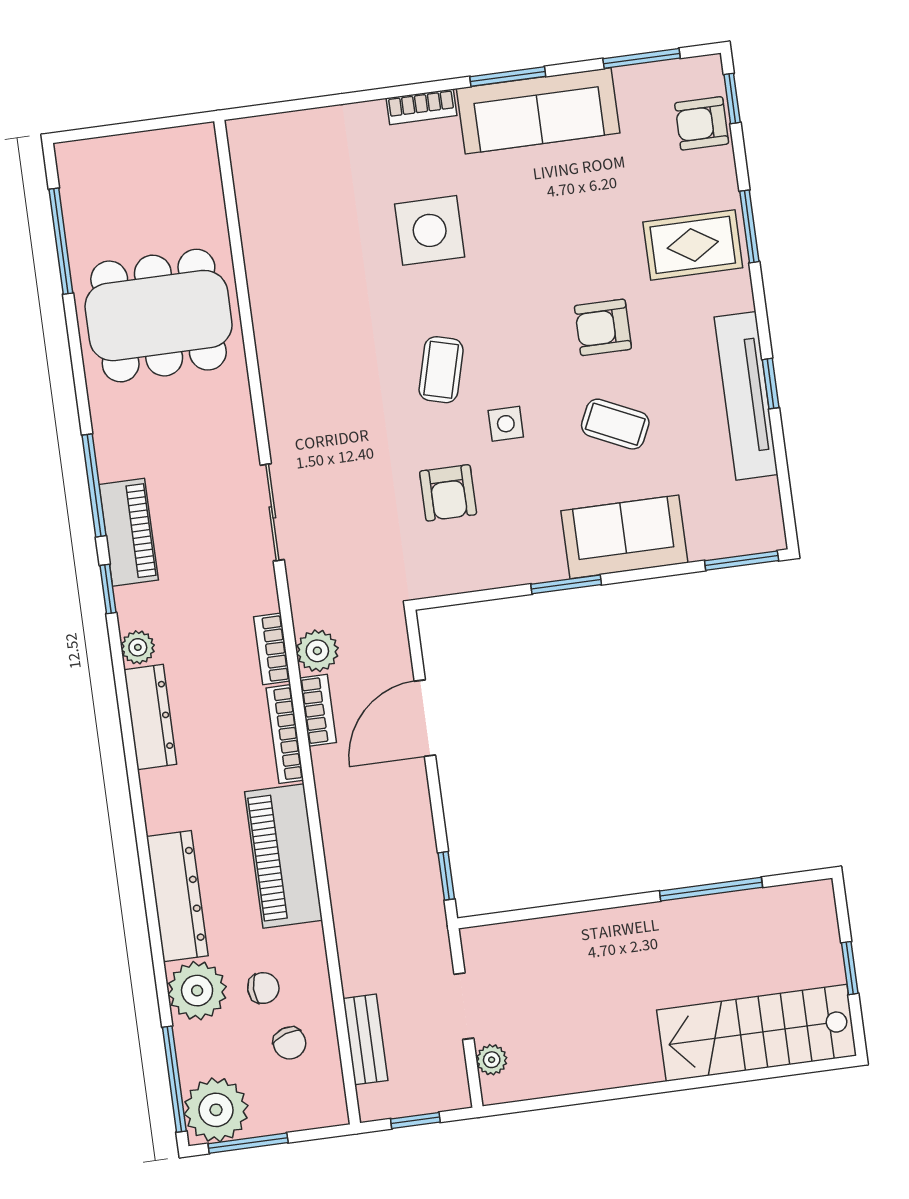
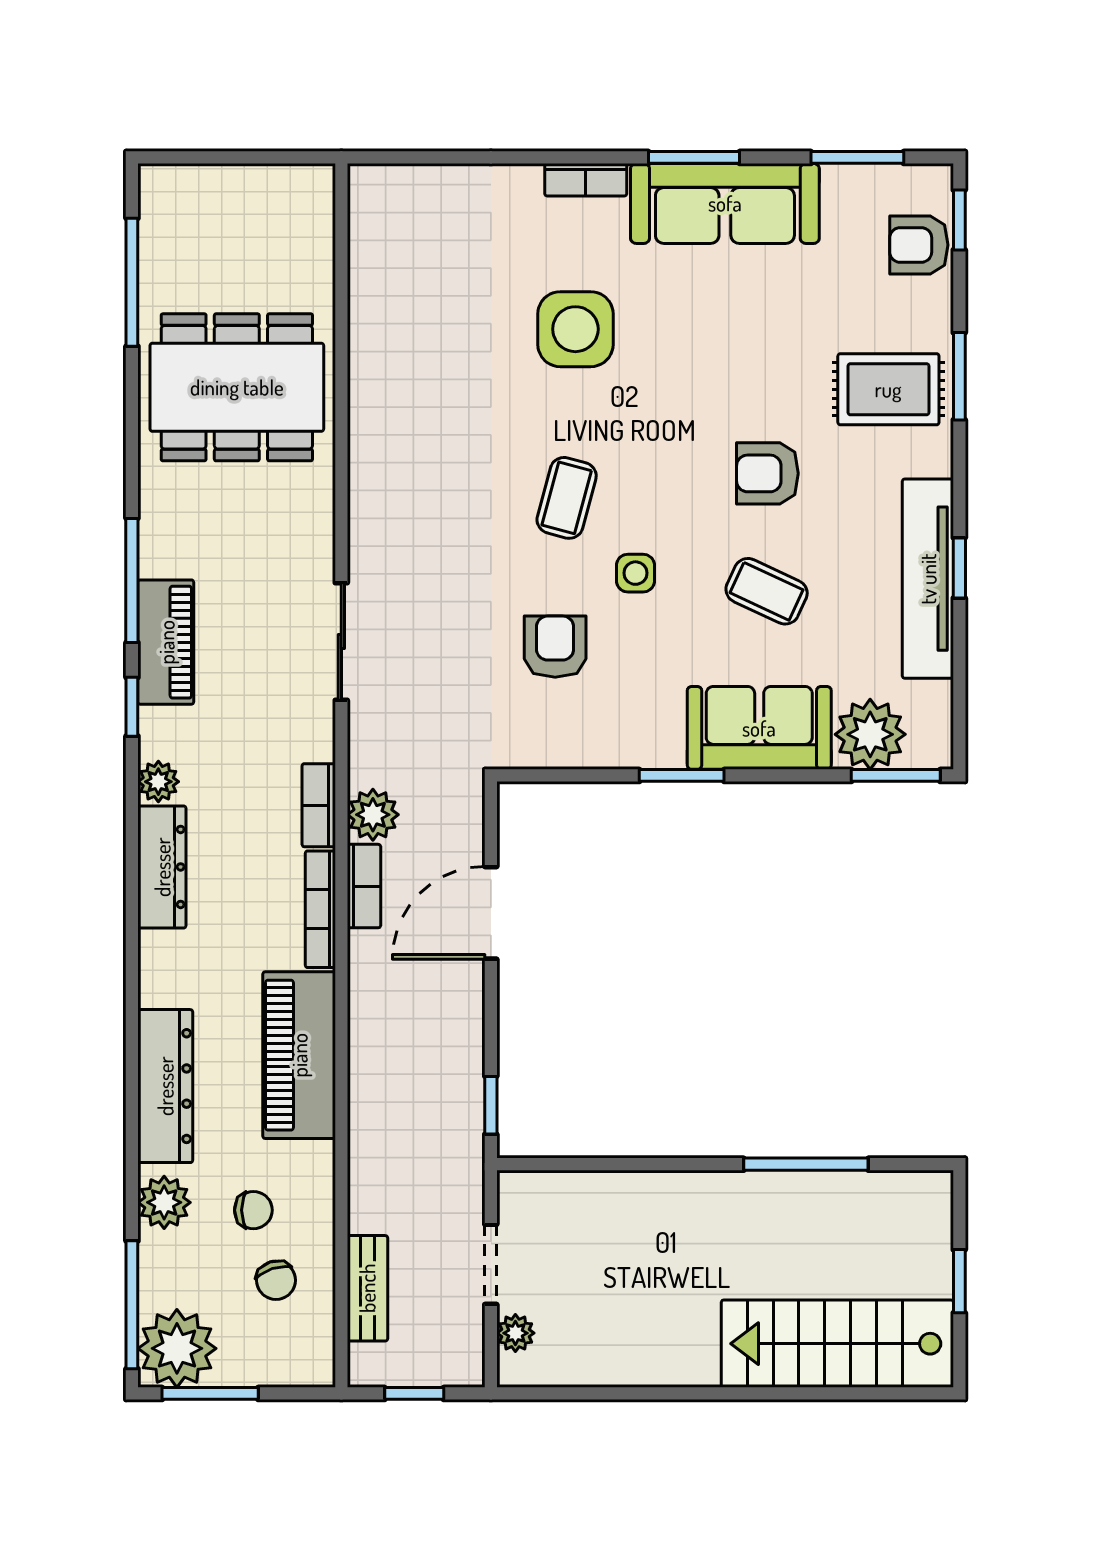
armchair: (448, 493) -> (555, 647), turned 180
plant: (716, 530) -> (870, 734), added
plant: (197, 991) -> (164, 1202), width x0.73, depth x0.73

